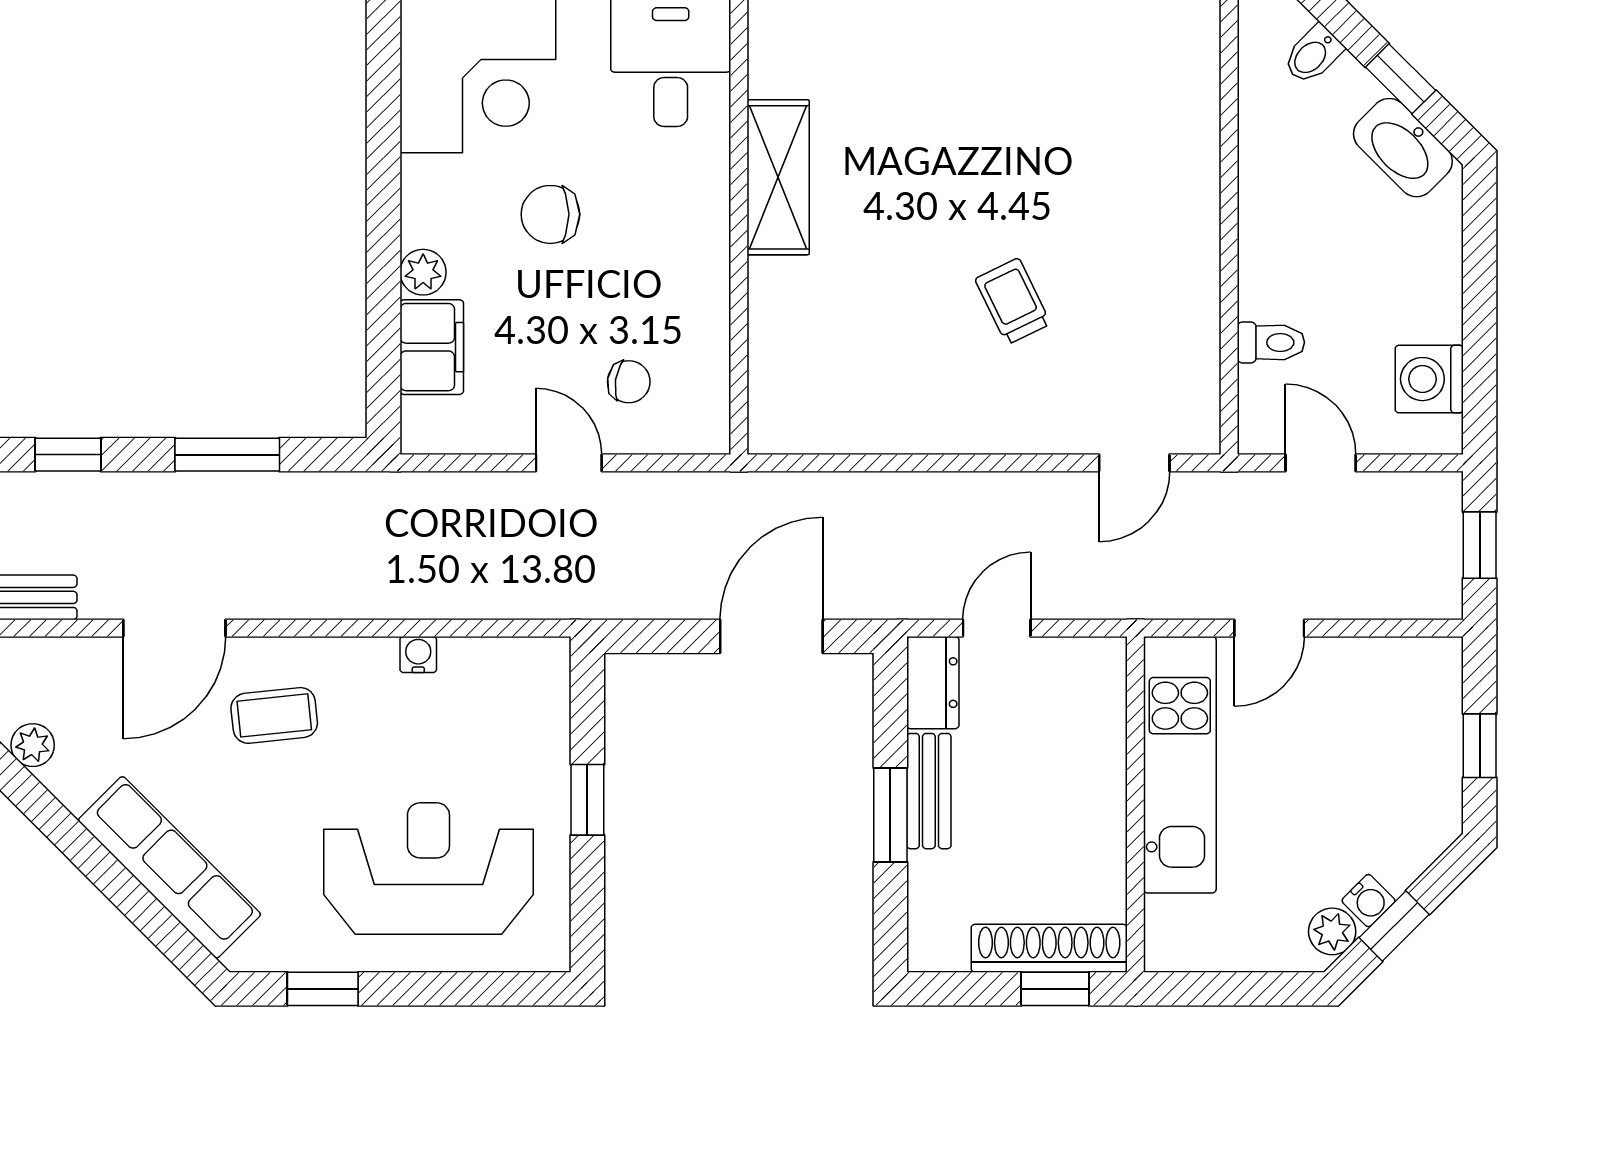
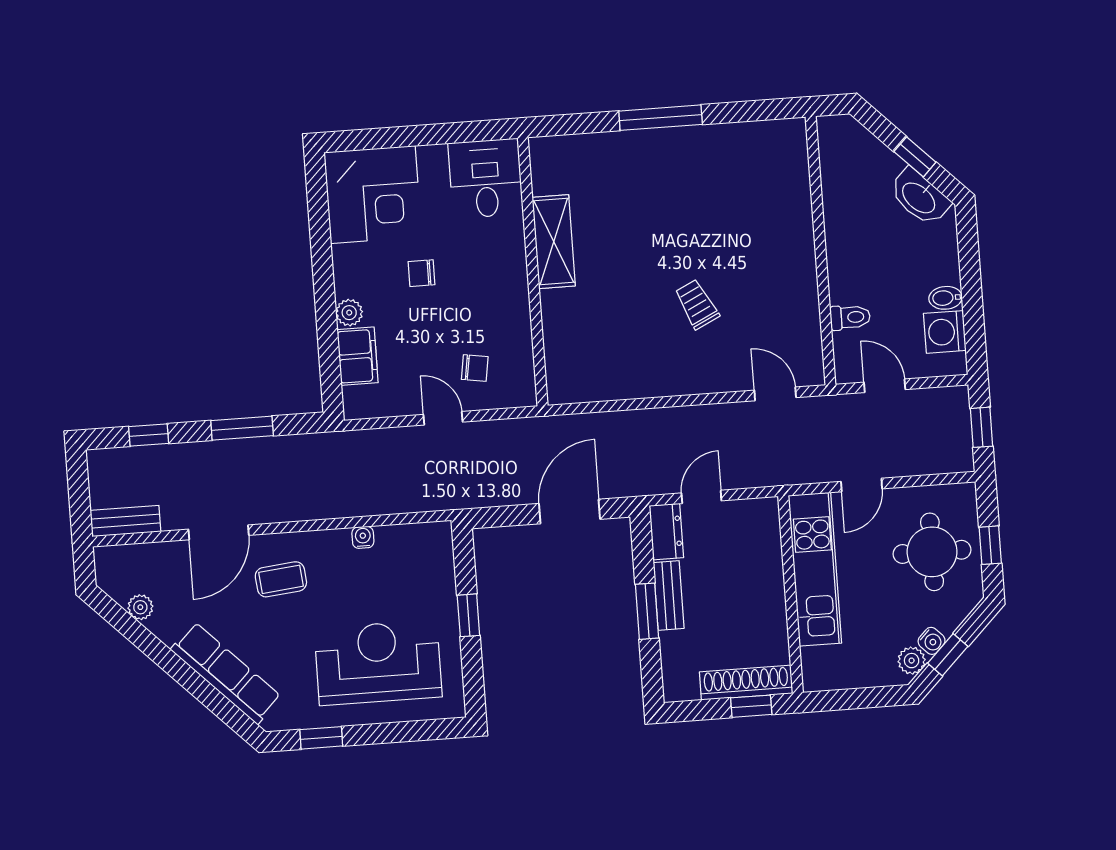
bidet: (1313, 55) -> (946, 298), moved, turned 45
chair: (550, 214) -> (422, 273), width x0.73, depth x0.73
door: (1134, 463) -> (775, 394), swing flipped
round table: (1380, 750) -> (932, 552), added

